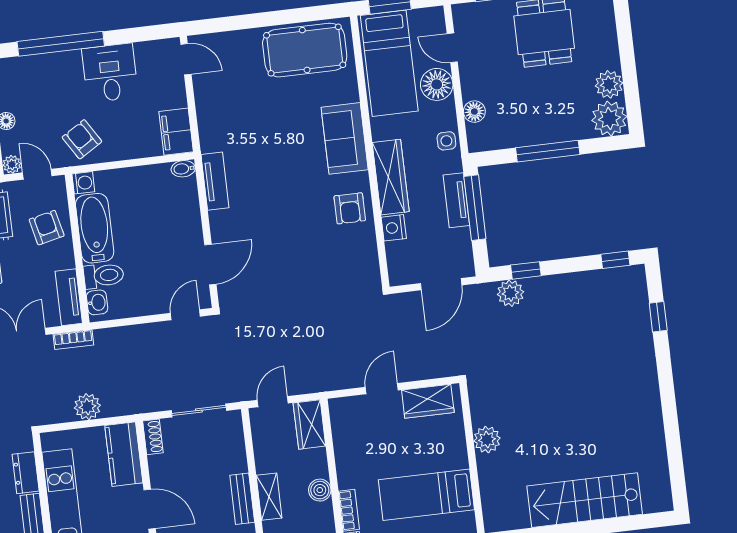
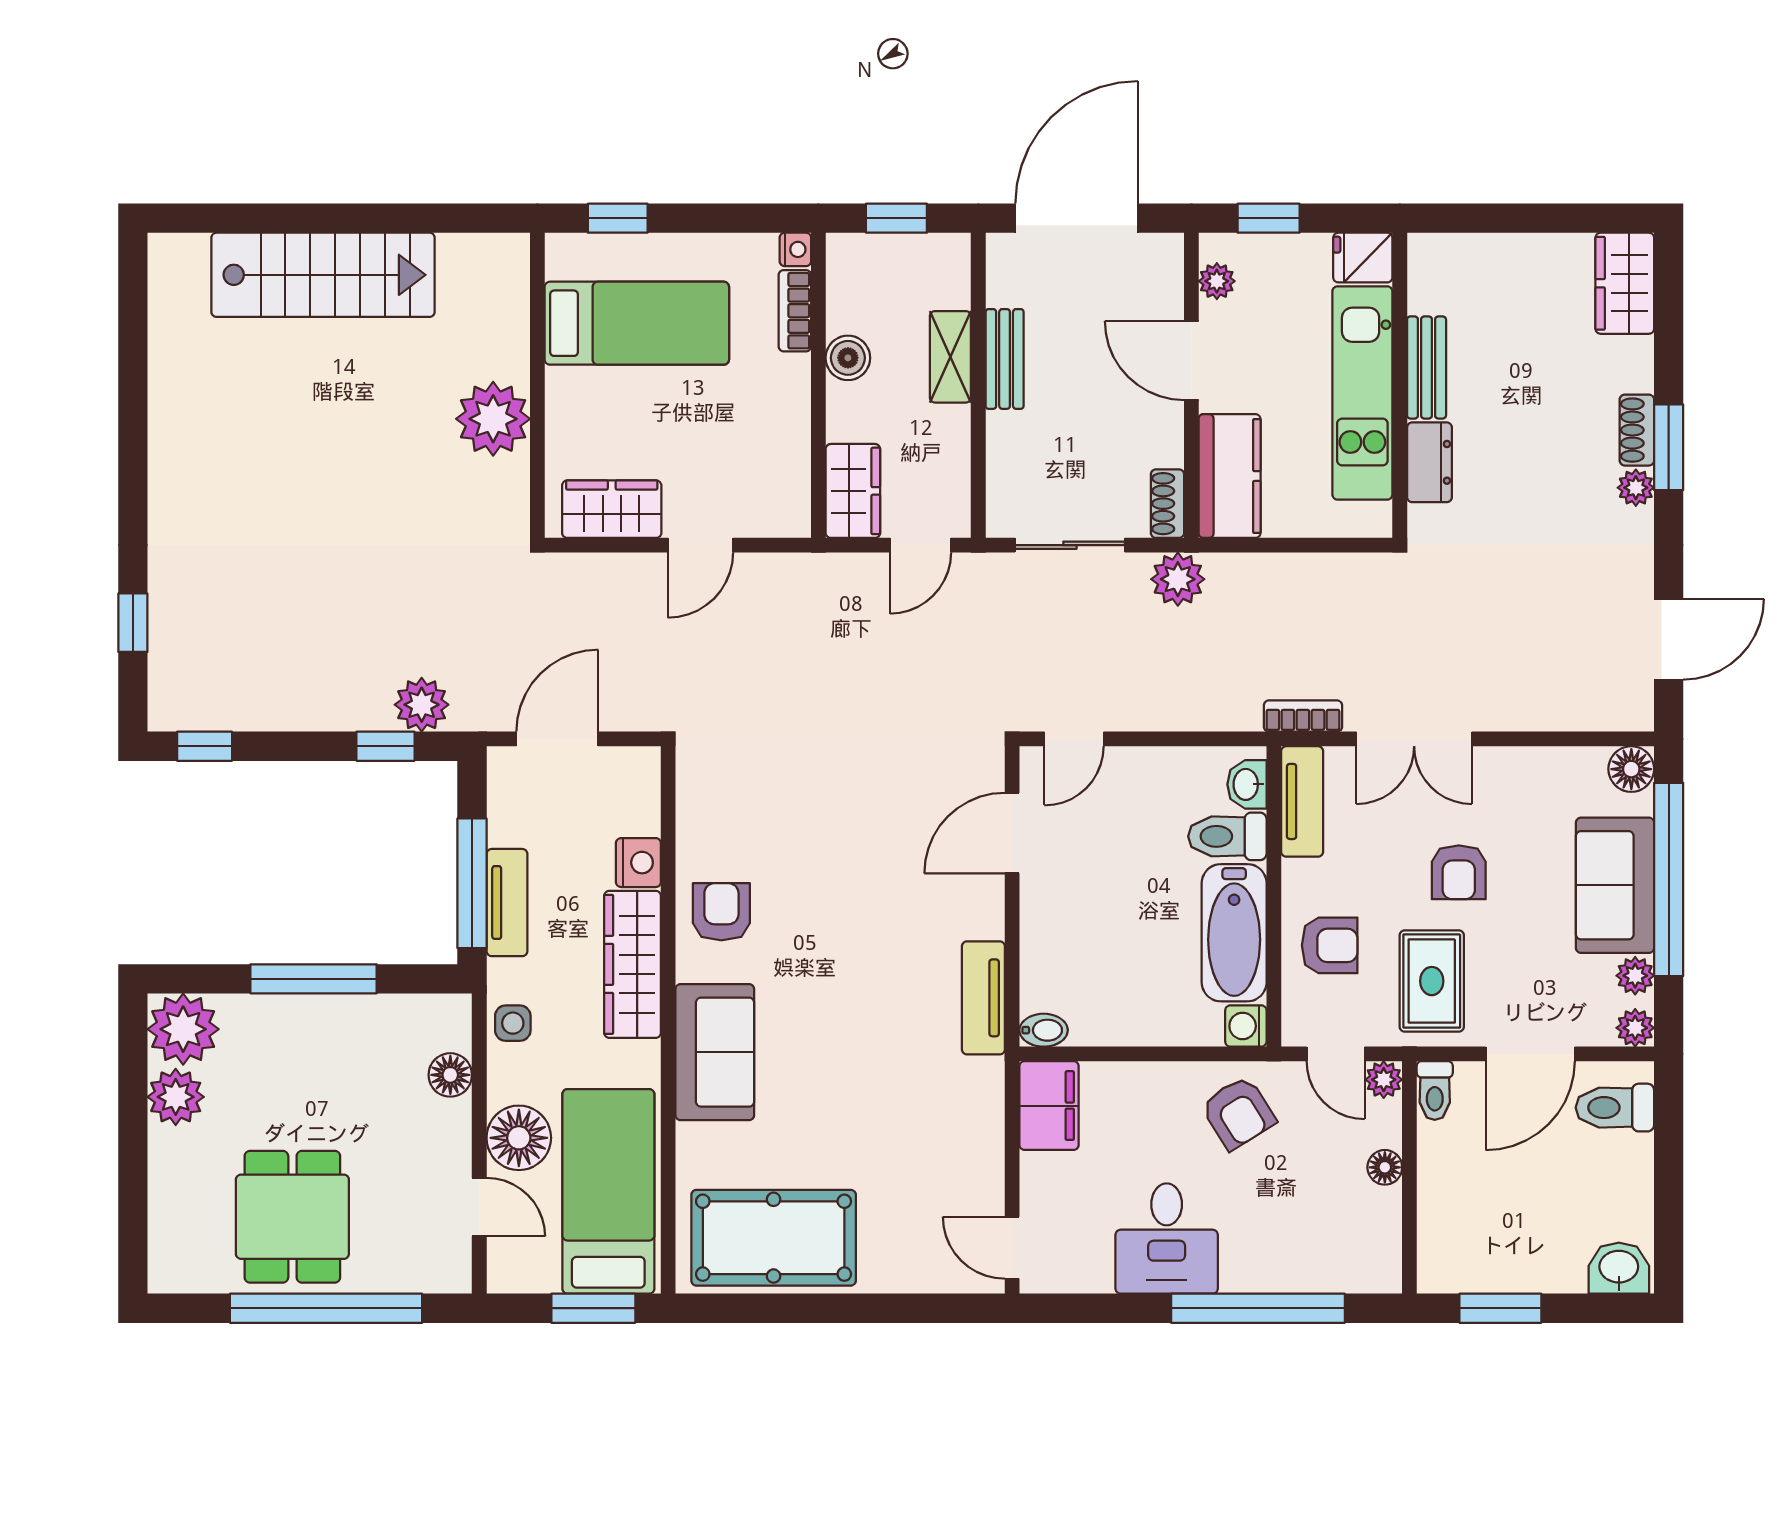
armchair: (47, 228) -> (1330, 945), turned -77
plant: (87, 407) -> (1178, 579), moved
plant: (487, 440) -> (493, 419), width x1.36, depth x1.36

